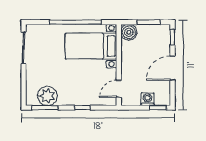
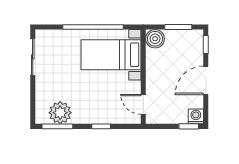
door: (119, 89) -> (143, 104), hinge flipped
washing machine: (148, 99) -> (196, 116), moved

